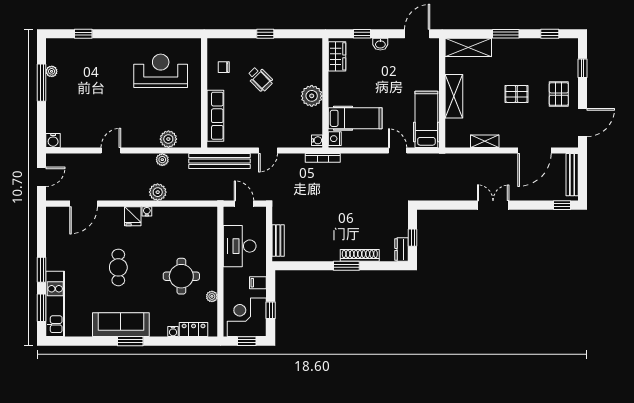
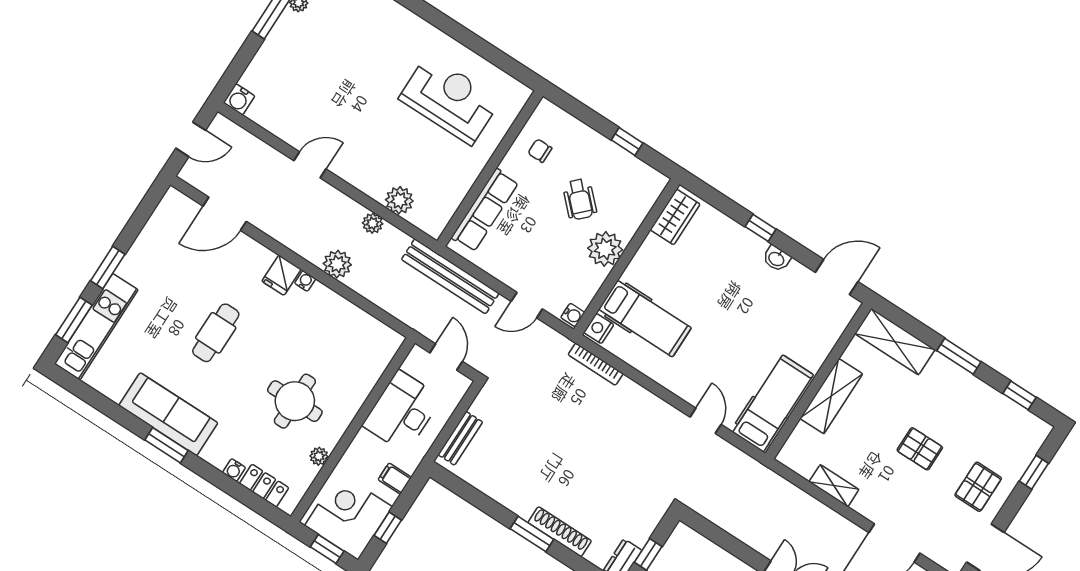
wardrobe: (337, 56) -> (675, 217), moved
wall: (325, 93) -> (627, 257), moved
plant: (312, 96) -> (605, 249), moved
hospital bed: (355, 118) -> (645, 319), moved
nightstand: (335, 139) -> (599, 329), moved
water cooler: (317, 140) -> (573, 315), moved

